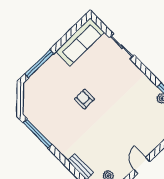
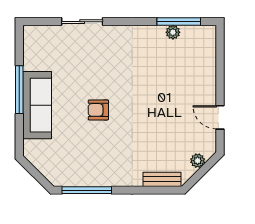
sofa: (80, 42) -> (37, 105), moved
window: (39, 64) -> (19, 90), moved

